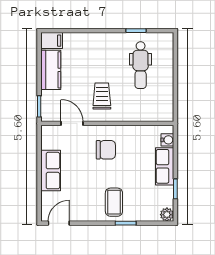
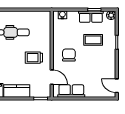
door: (72, 123) -> (52, 77), swing flipped
row of seats: (165, 166) -> (91, 17), moved
row of seats: (51, 171) -> (71, 91), moved
coffee table: (114, 202) -> (93, 40), moved

